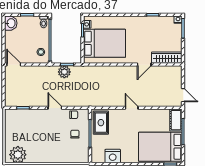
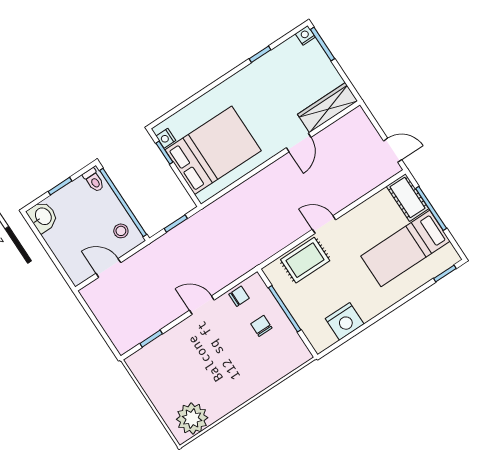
door: (14, 65) -> (108, 268), moved
plant: (64, 72) -> (179, 238), removed
rug: (101, 123) -> (305, 260), moved, turned 90
bed: (160, 147) -> (405, 249), width x0.67

